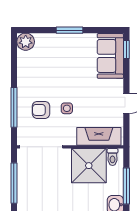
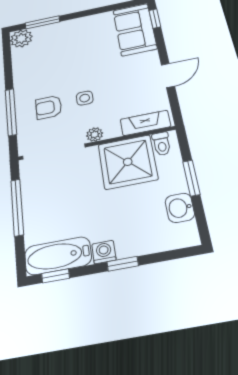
window: (70, 30) -> (42, 22), moved
fireplace: (99, 136) -> (145, 123), width x0.73, depth x0.76
plant: (70, 140) -> (95, 134), added
window: (126, 186) -> (191, 178), width x0.69

